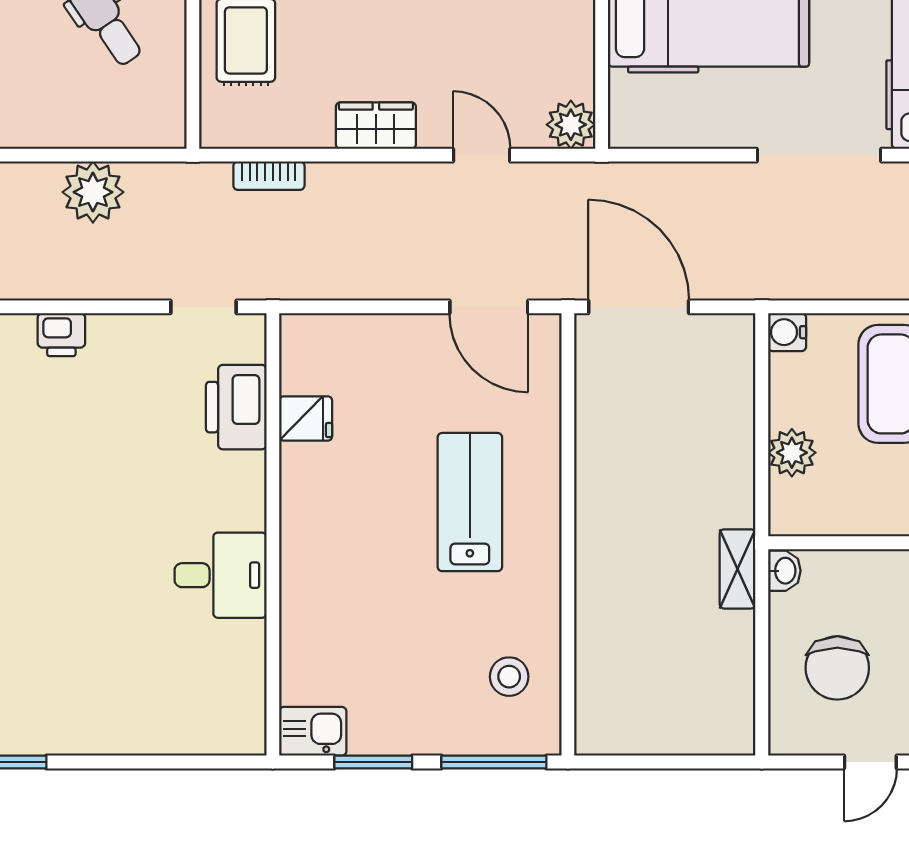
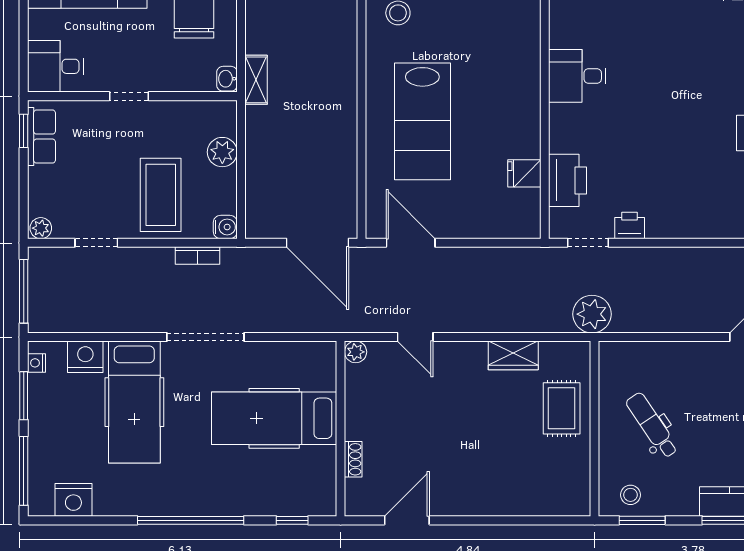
plant: (571, 125) -> (356, 352), width x0.73, depth x0.73
wardrobe: (376, 126) -> (513, 355), moved
bookcase: (269, 176) -> (197, 256), moved, turned 180
plant: (93, 192) -> (592, 314), moved
printer: (61, 335) -> (630, 225), moved
lab bench: (470, 502) -> (422, 121), width x1.36, depth x1.39

